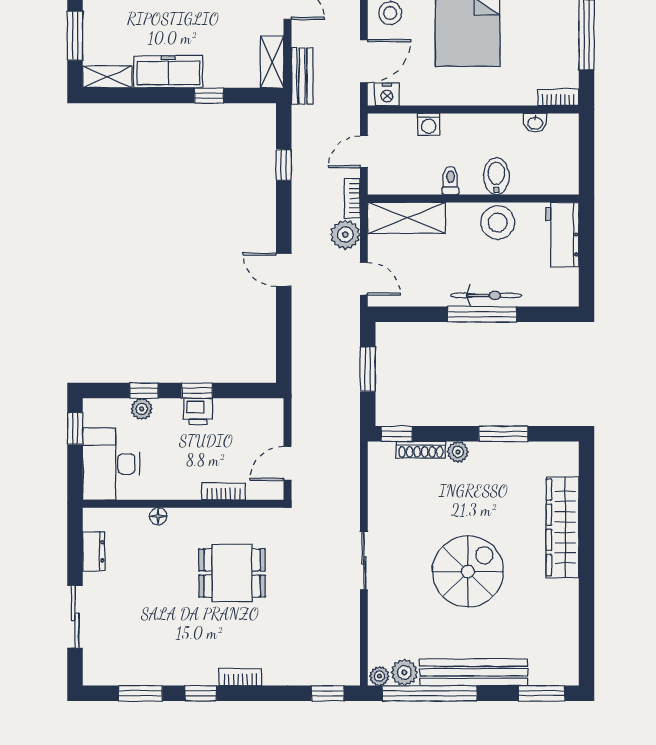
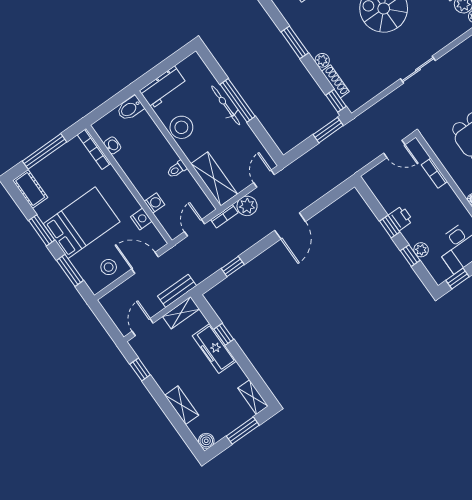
freezer: (168, 72) -> (214, 348), moved
nightstand: (387, 94) -> (141, 219), moved
bookcase: (558, 97) -> (94, 149), width x1.56
door: (364, 152) -> (195, 228), swing flipped
bidet: (496, 176) -> (130, 108), moved
door: (284, 270) -> (290, 226), width x1.38
window: (368, 369) -> (328, 130), moved

